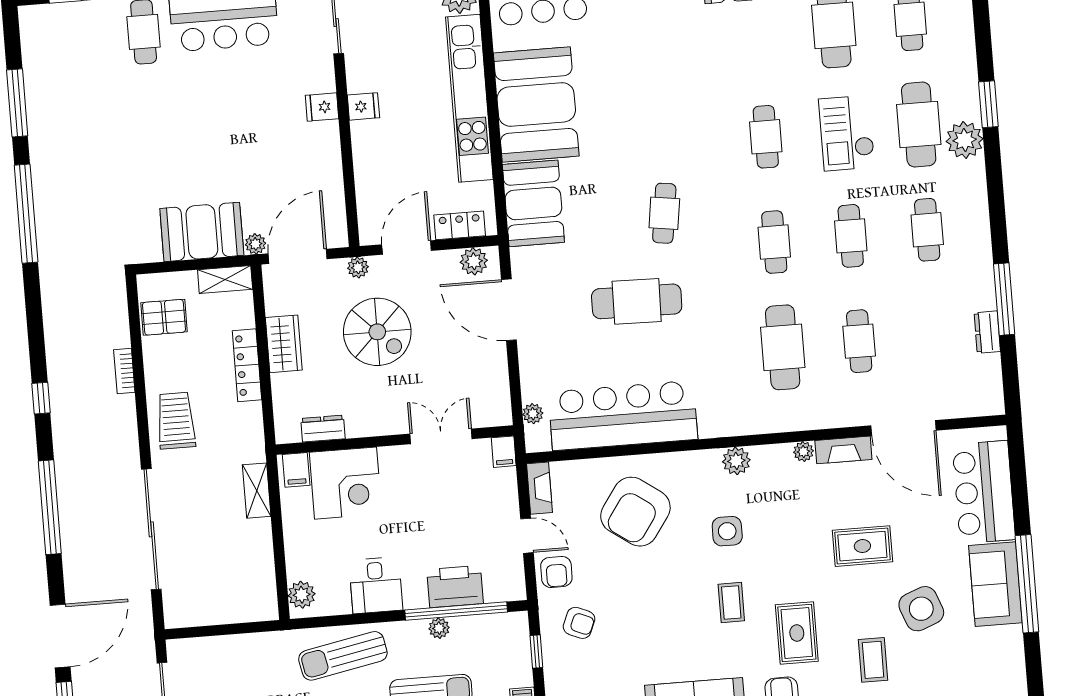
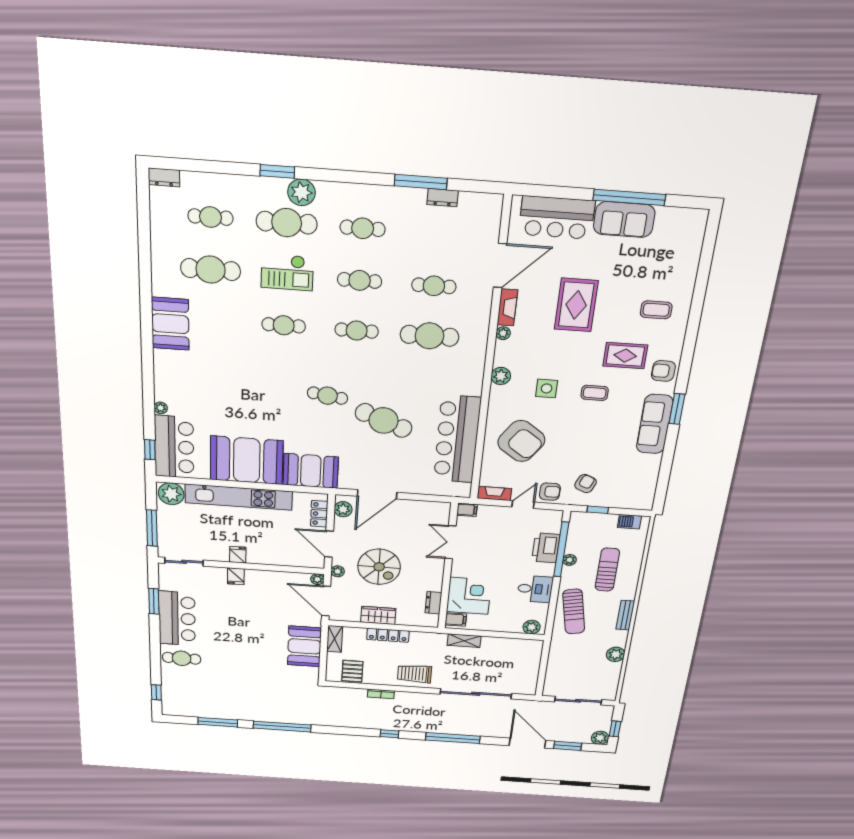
plant: (255, 244) -> (317, 579), moved
cafe table: (637, 301) -> (384, 420), turned -70
spiral stairs: (377, 332) -> (379, 567), turned 90
plant: (533, 414) -> (446, 490), removed
rug: (862, 546) -> (576, 305), width x1.36, depth x1.43
side table: (921, 609) -> (629, 273), removed

